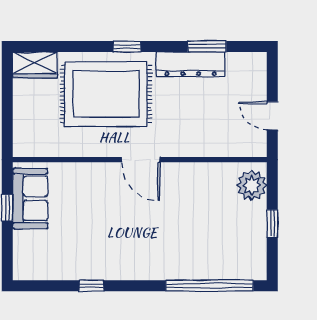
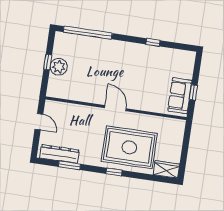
dresser: (191, 64) -> (59, 154), moved
plant: (252, 185) -> (59, 67), moved

